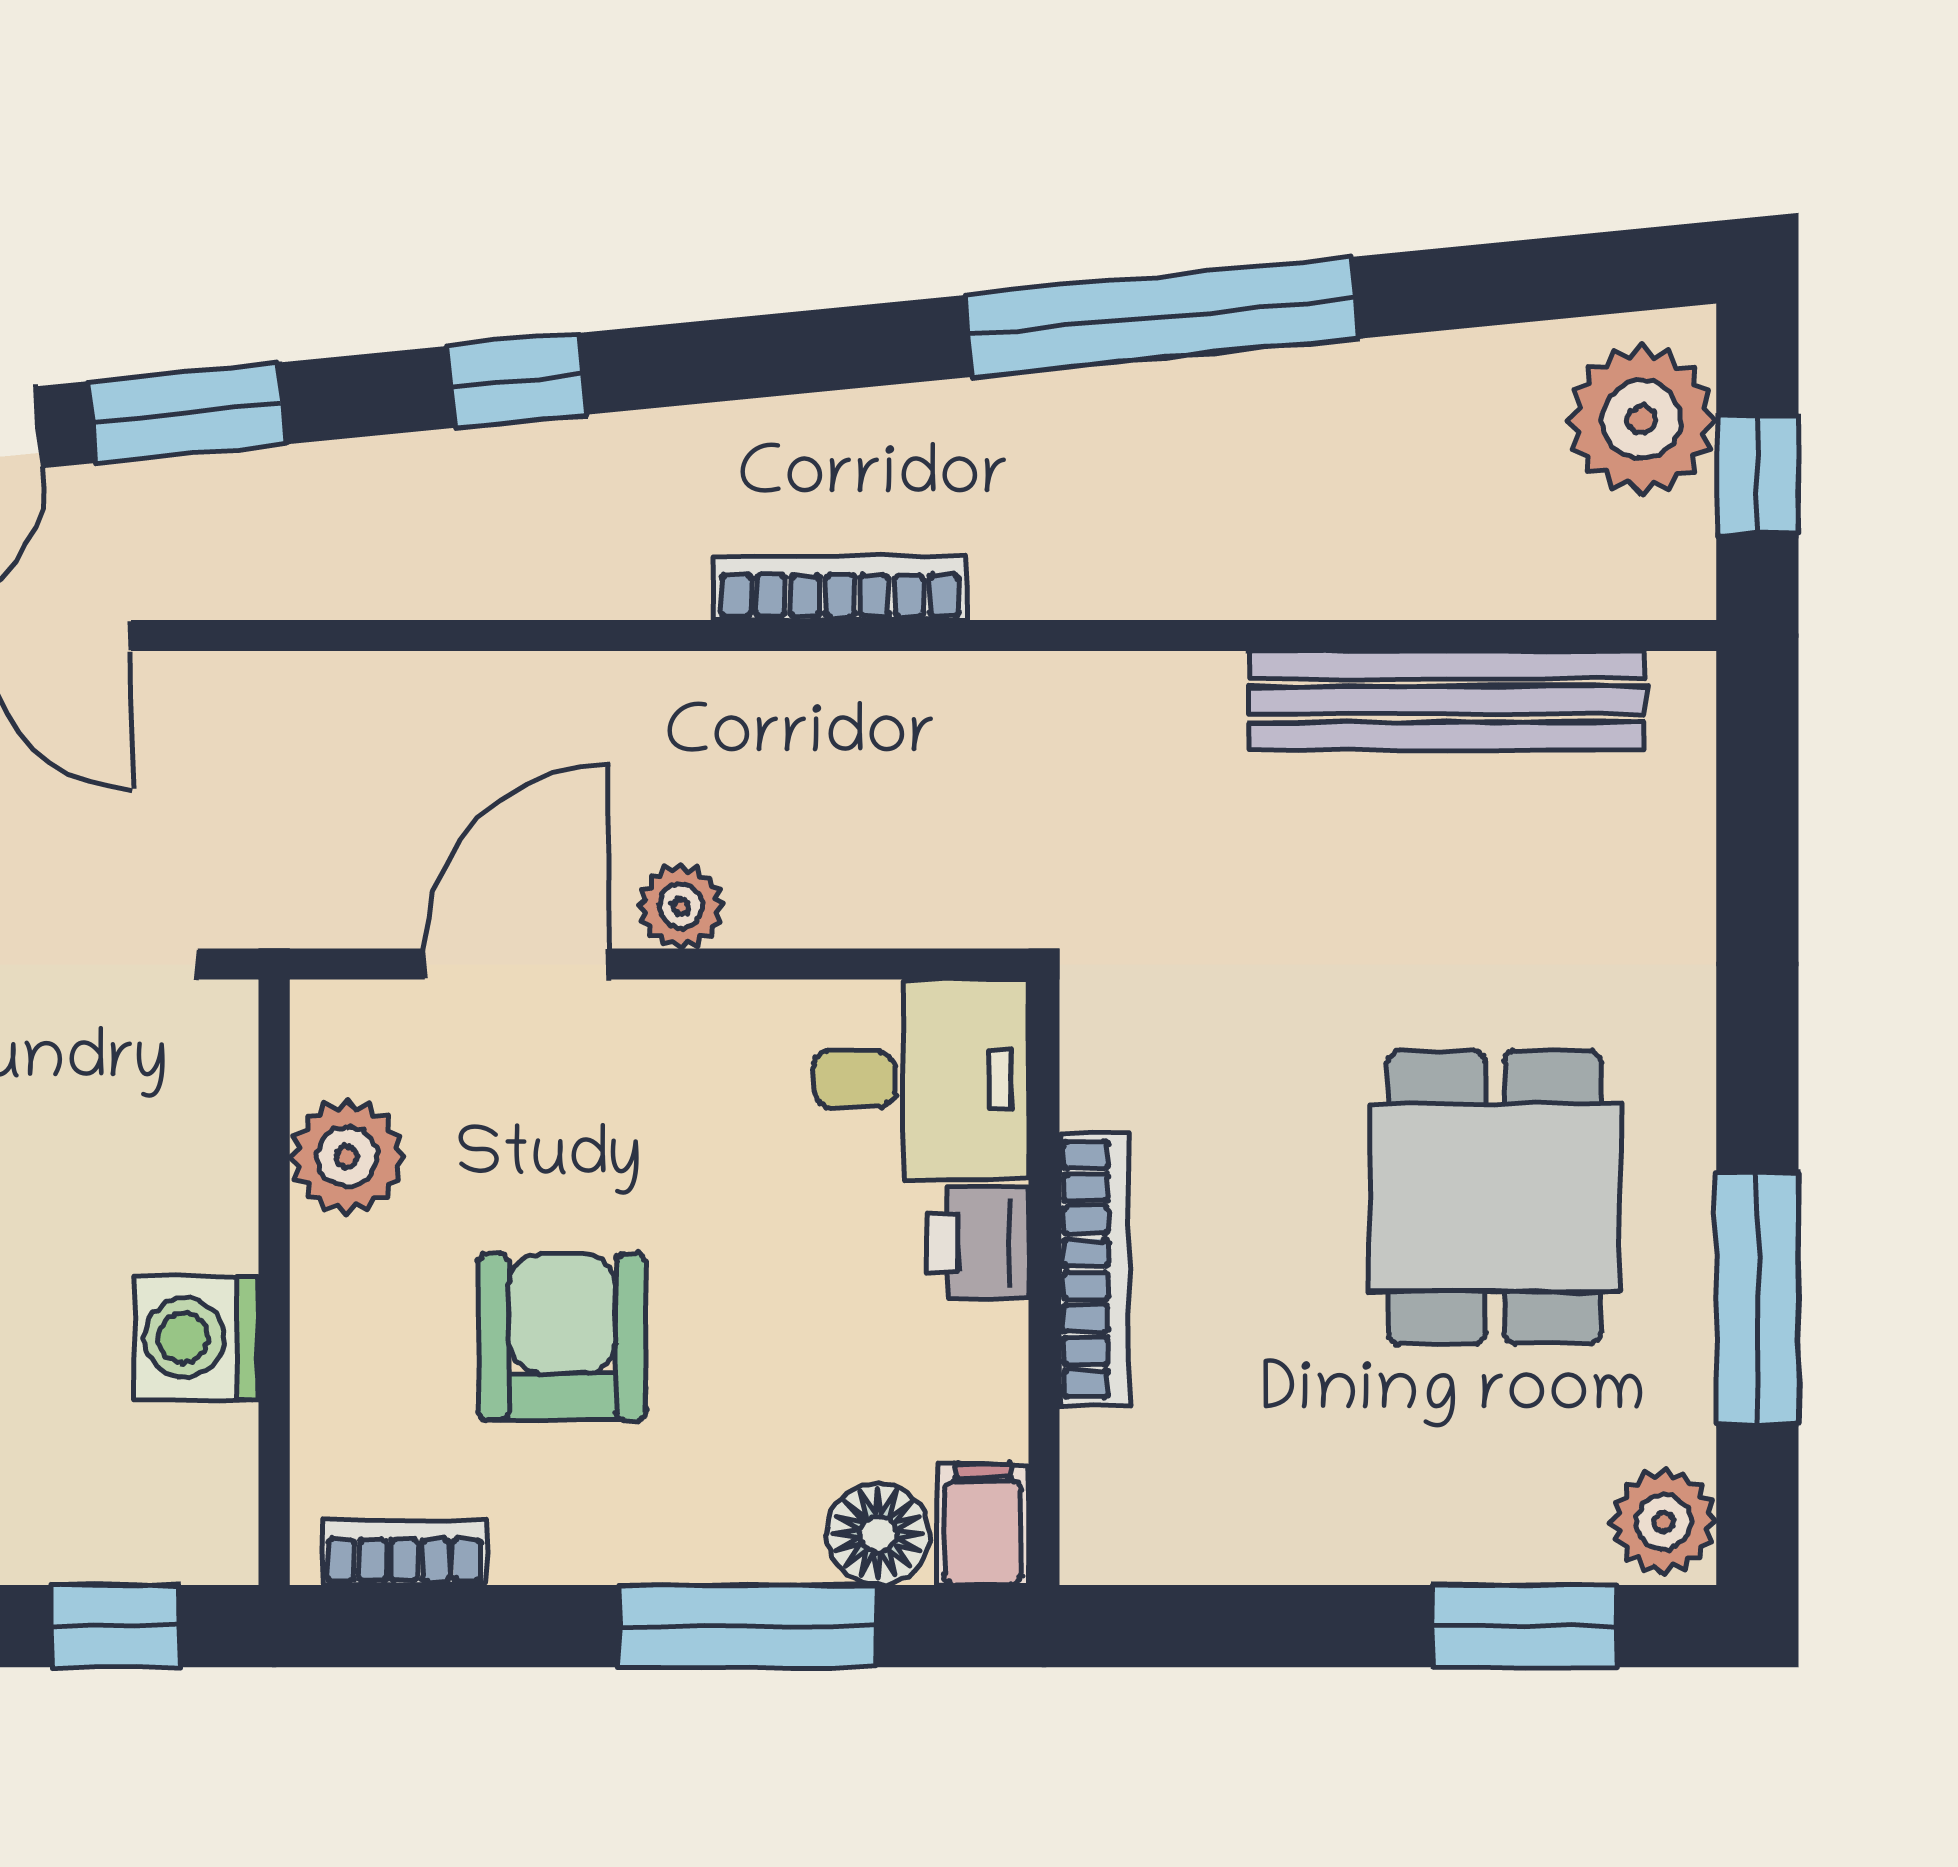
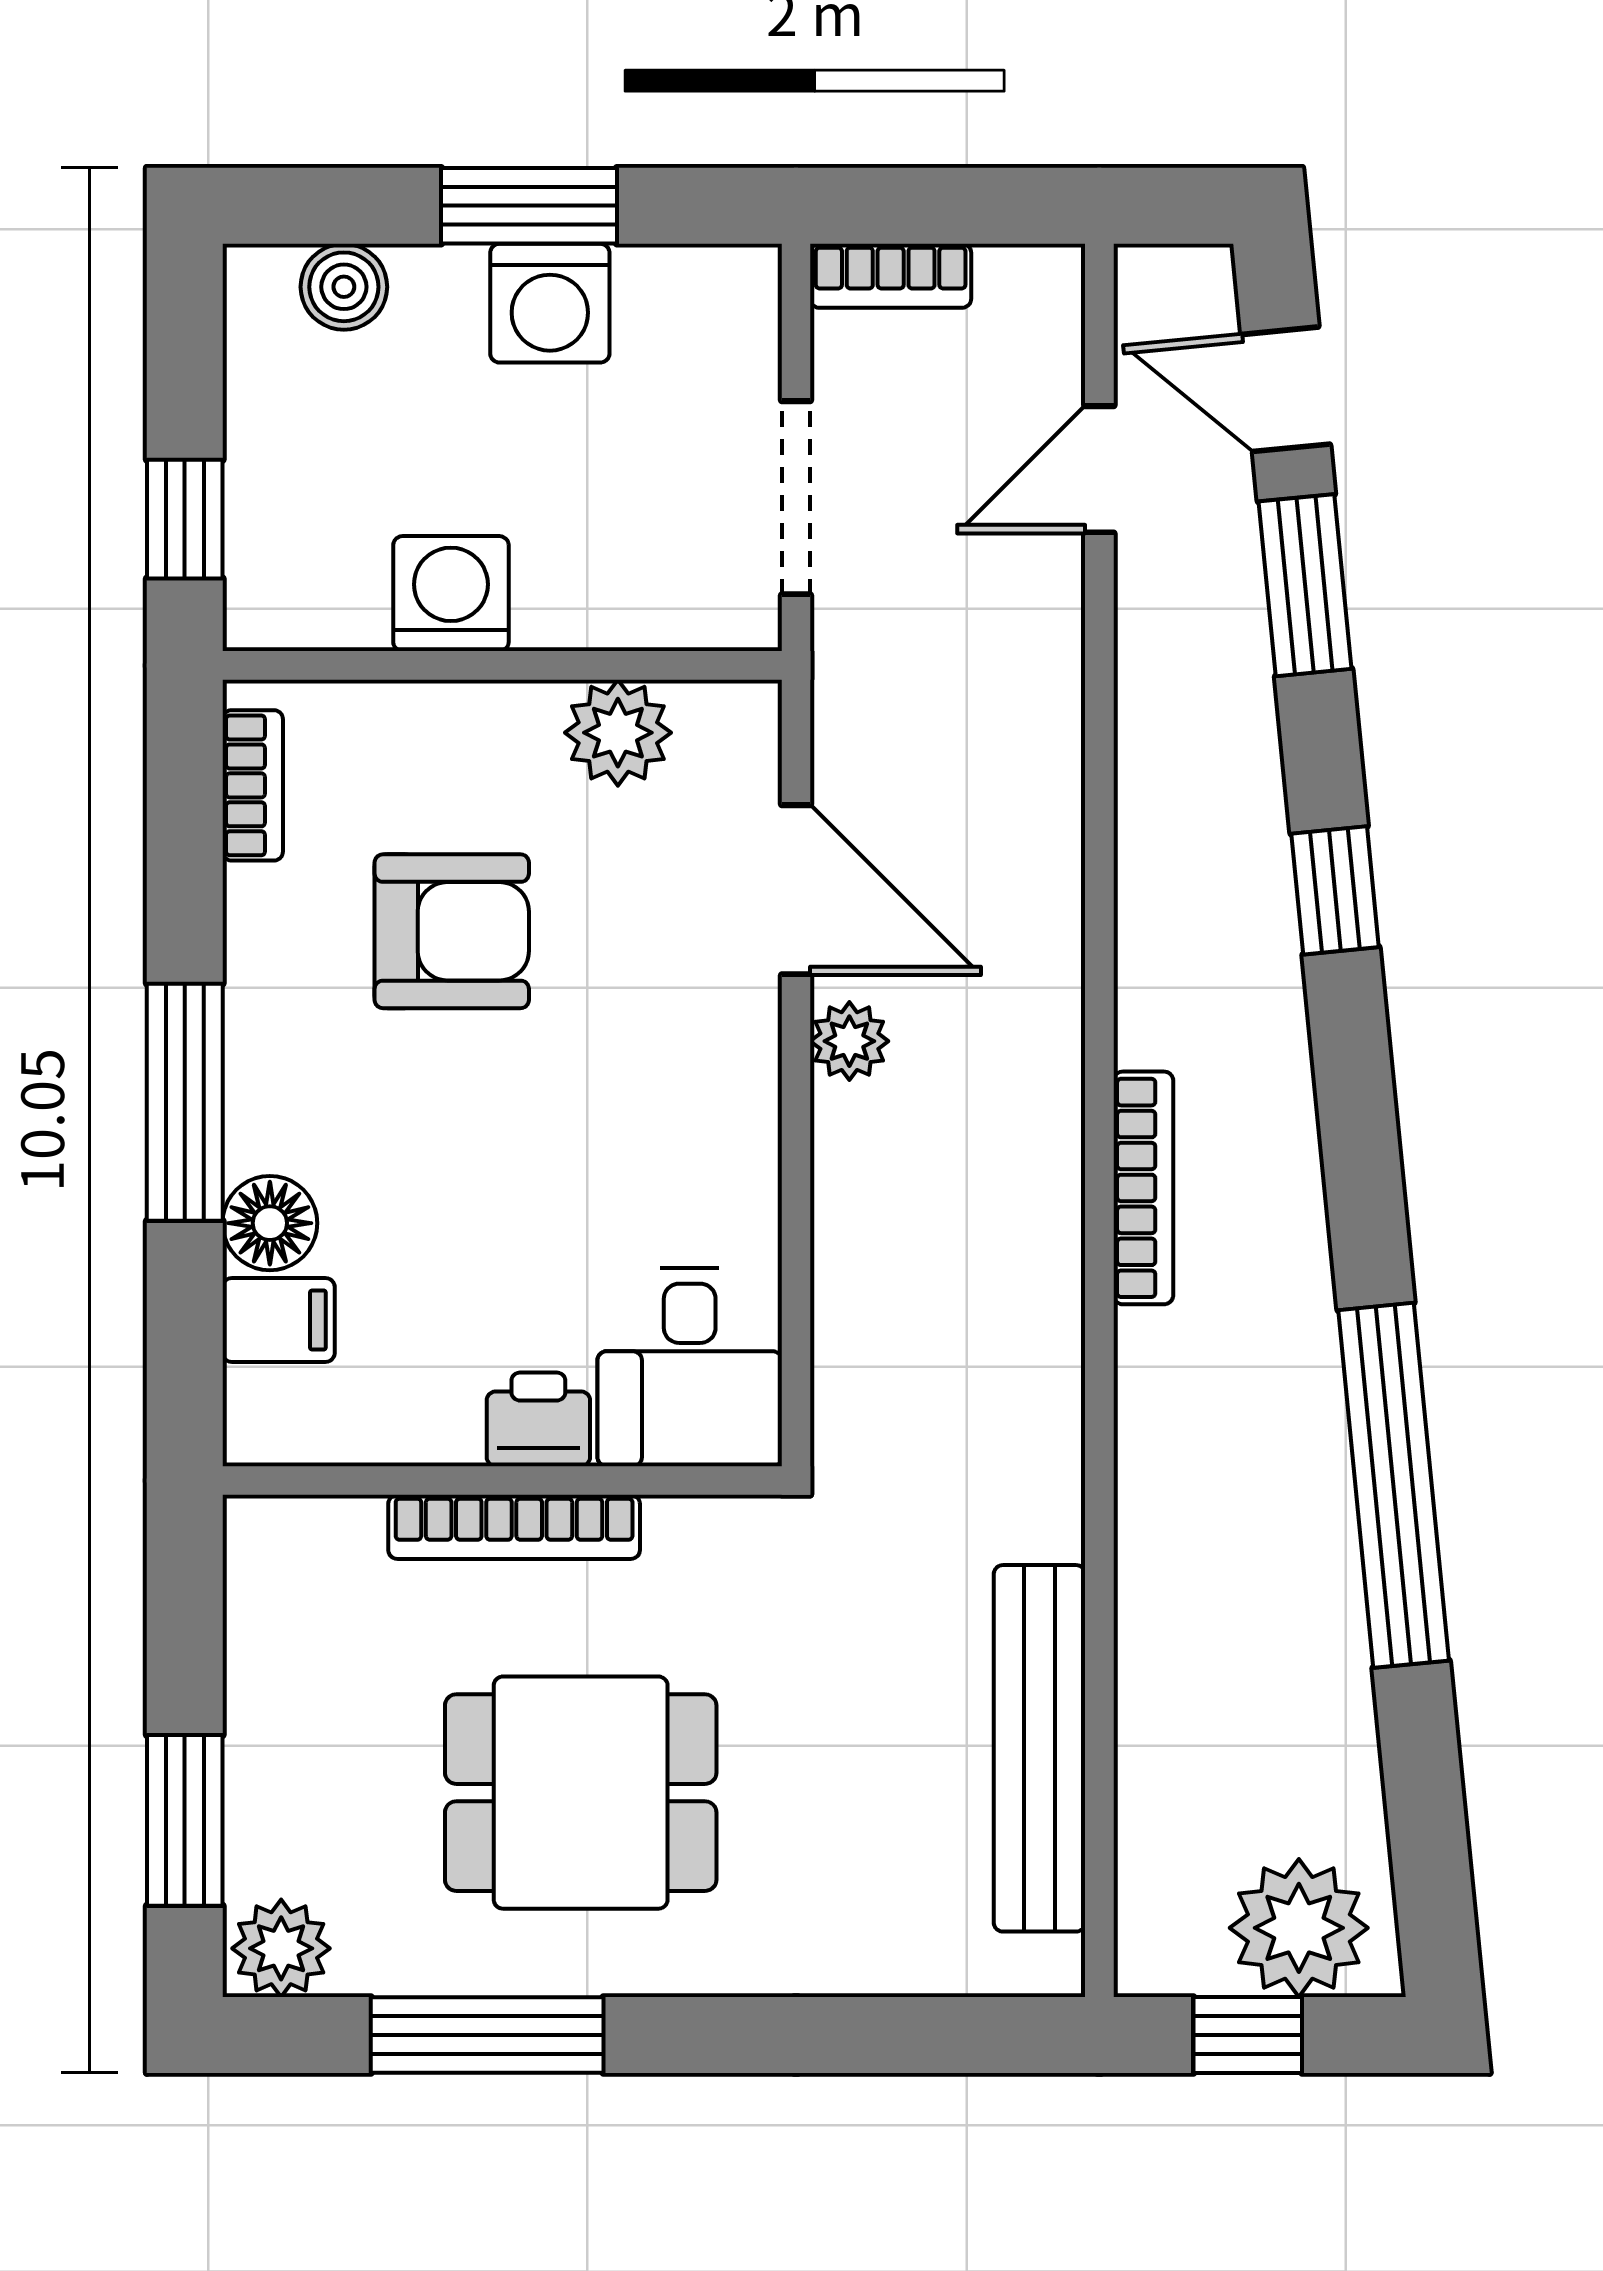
desk: (921, 1079) -> (690, 1367), moved
printer: (978, 1243) -> (538, 1419), moved
bookcase: (1094, 1269) -> (514, 1527), moved
wall: (1044, 1282) -> (502, 1481), moved

